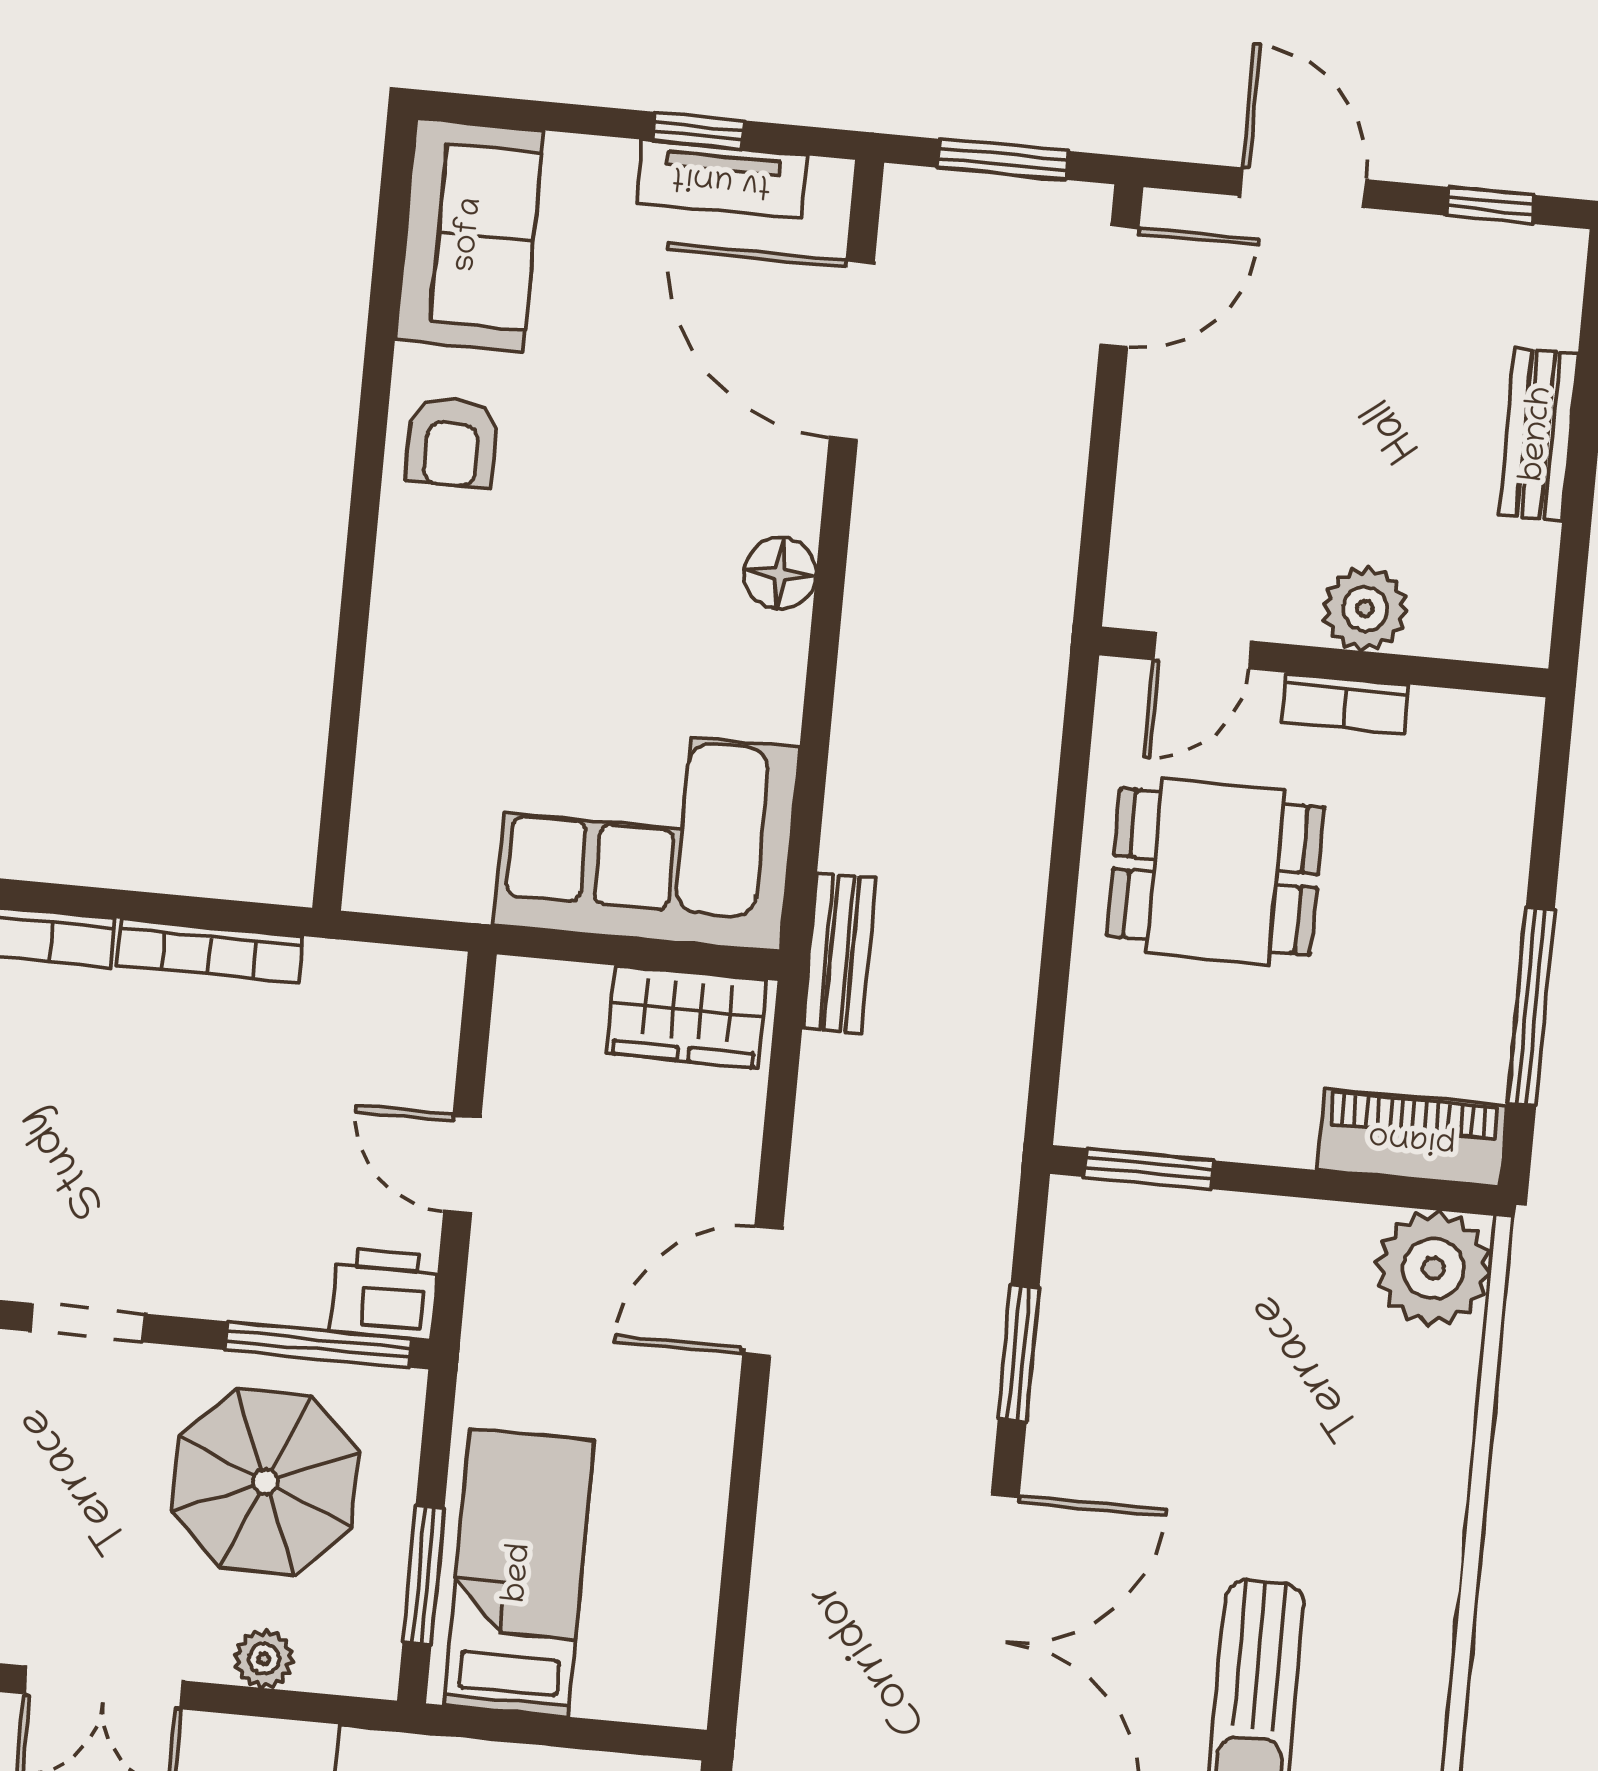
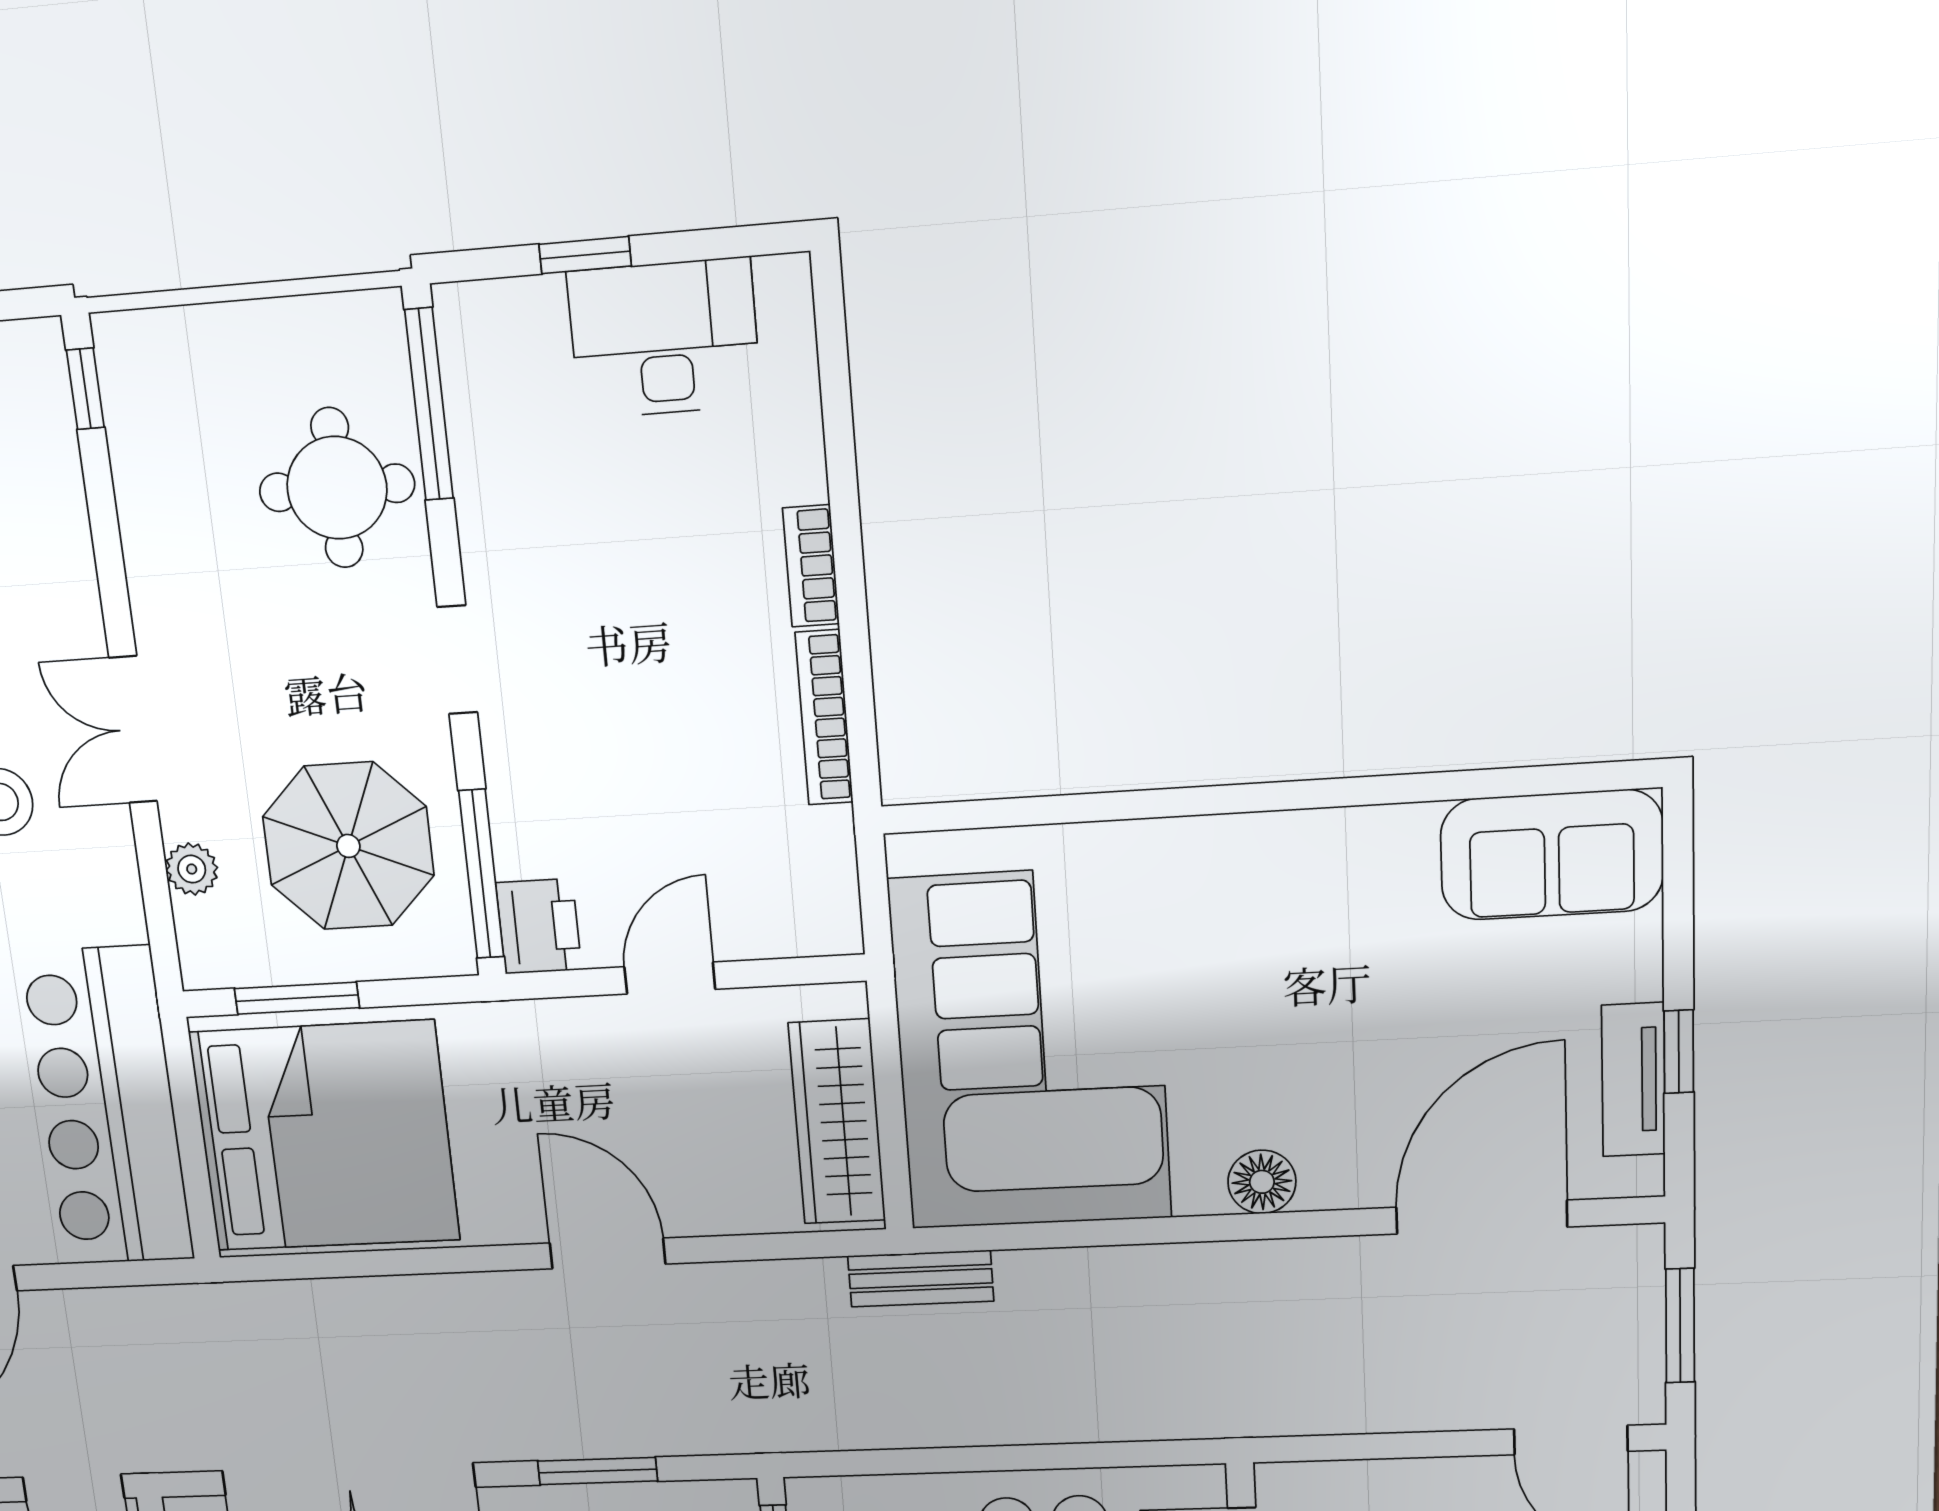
armchair: (452, 442) -> (1346, 869), removed
corner sofa: (646, 836) -> (1030, 1050), width x1.36, depth x1.36
wardrobe: (686, 1017) -> (837, 1122), width x1.50
bed: (519, 1573) -> (325, 1136), width x2.04

